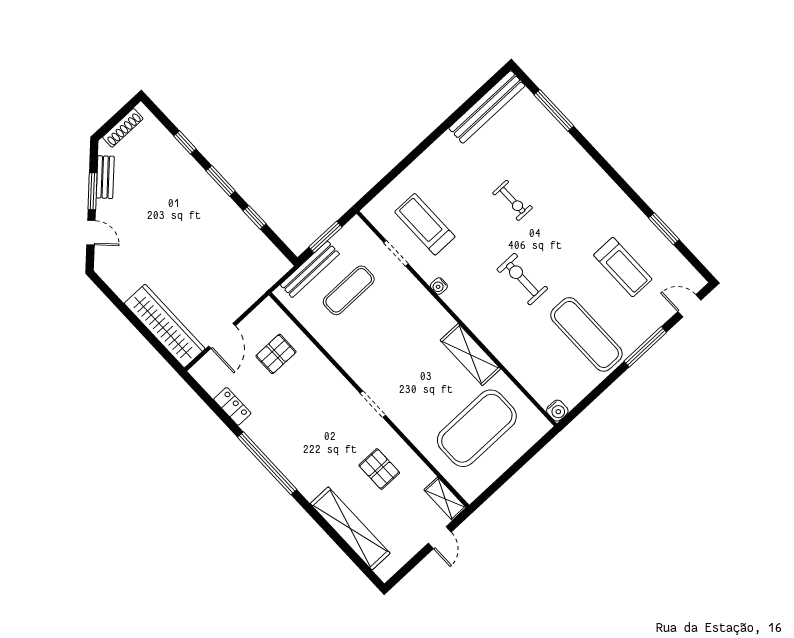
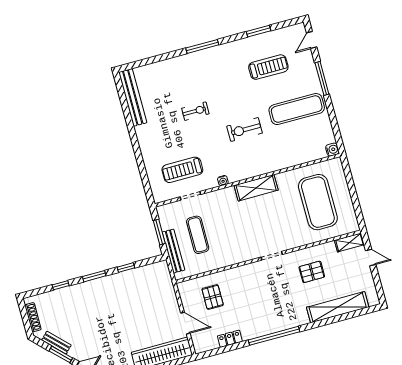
window: (554, 110) -> (202, 46), moved
shelving: (470, 355) -> (256, 188), moved

